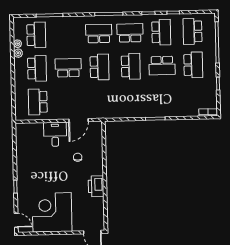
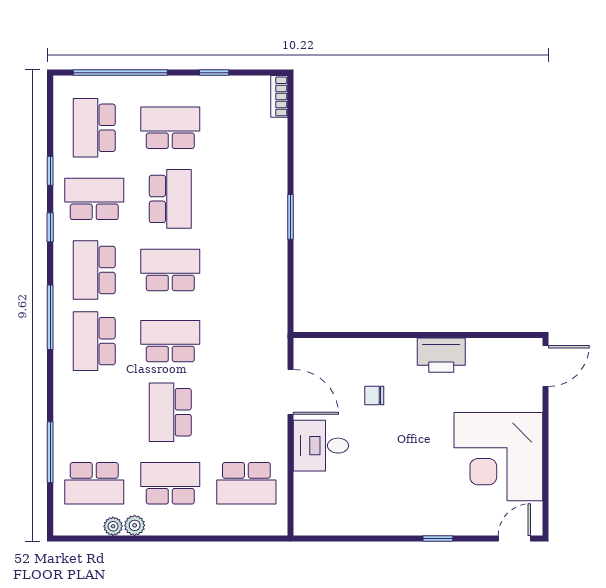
school desk: (192, 31) -> (94, 128), turned 90
school desk: (36, 35) -> (94, 483), turned 180

